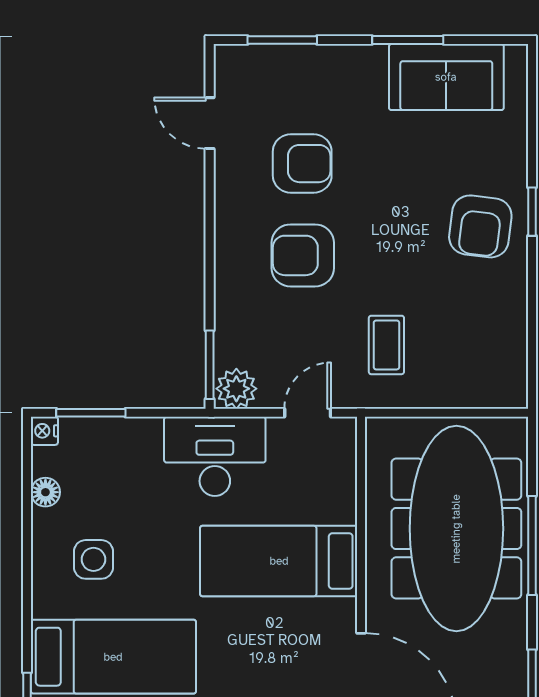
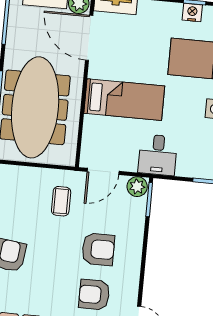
door: (308, 413) -> (103, 171), width x1.38
desk: (215, 456) -> (158, 155), width x0.73

